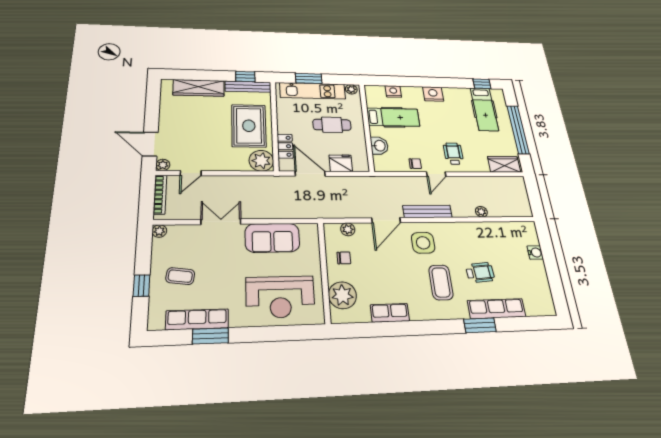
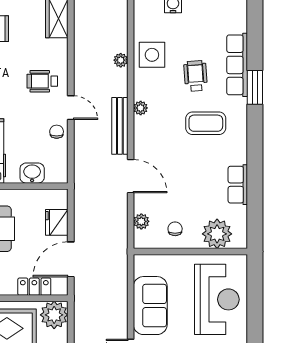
plant: (445, 228) -> (141, 108), added
side table: (423, 243) -> (152, 55), moved

